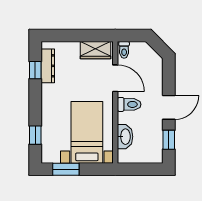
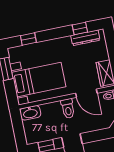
door: (115, 78) -> (86, 93), hinge flipped
washbasin: (125, 137) -> (30, 113), moved

